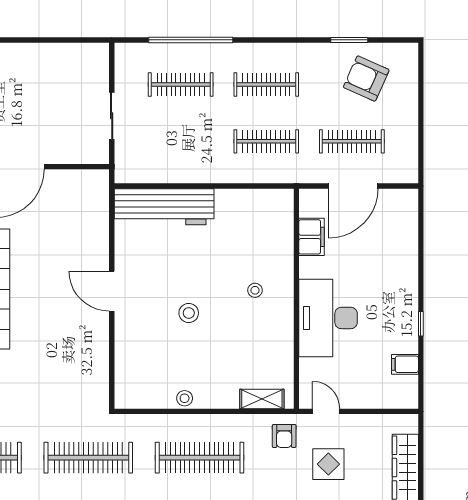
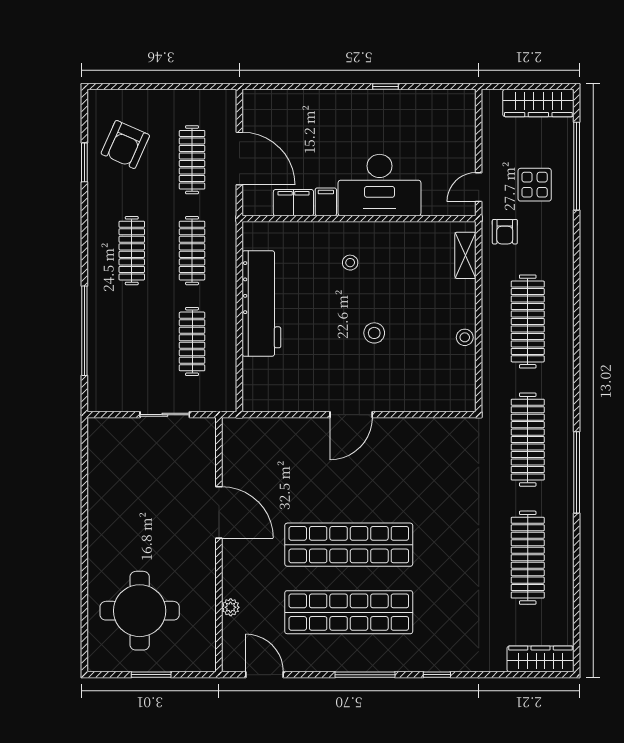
clothes rail: (181, 85) -> (192, 341), moved
workbench: (164, 207) -> (261, 303), moved
filing cabinet: (405, 364) -> (326, 202), moved, turned 180
armchair: (284, 436) -> (505, 232), turned 90

